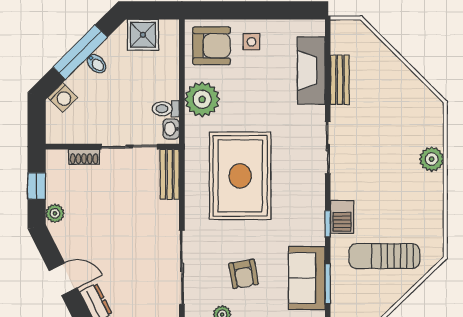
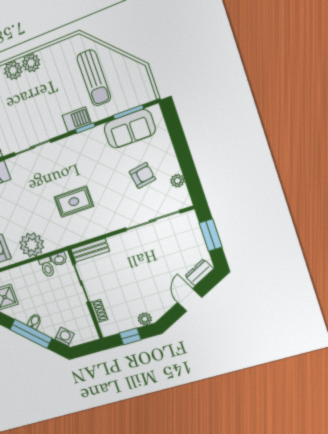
rug: (240, 176) -> (74, 202), width x0.54, depth x0.49
plant: (432, 185) -> (31, 63), added

